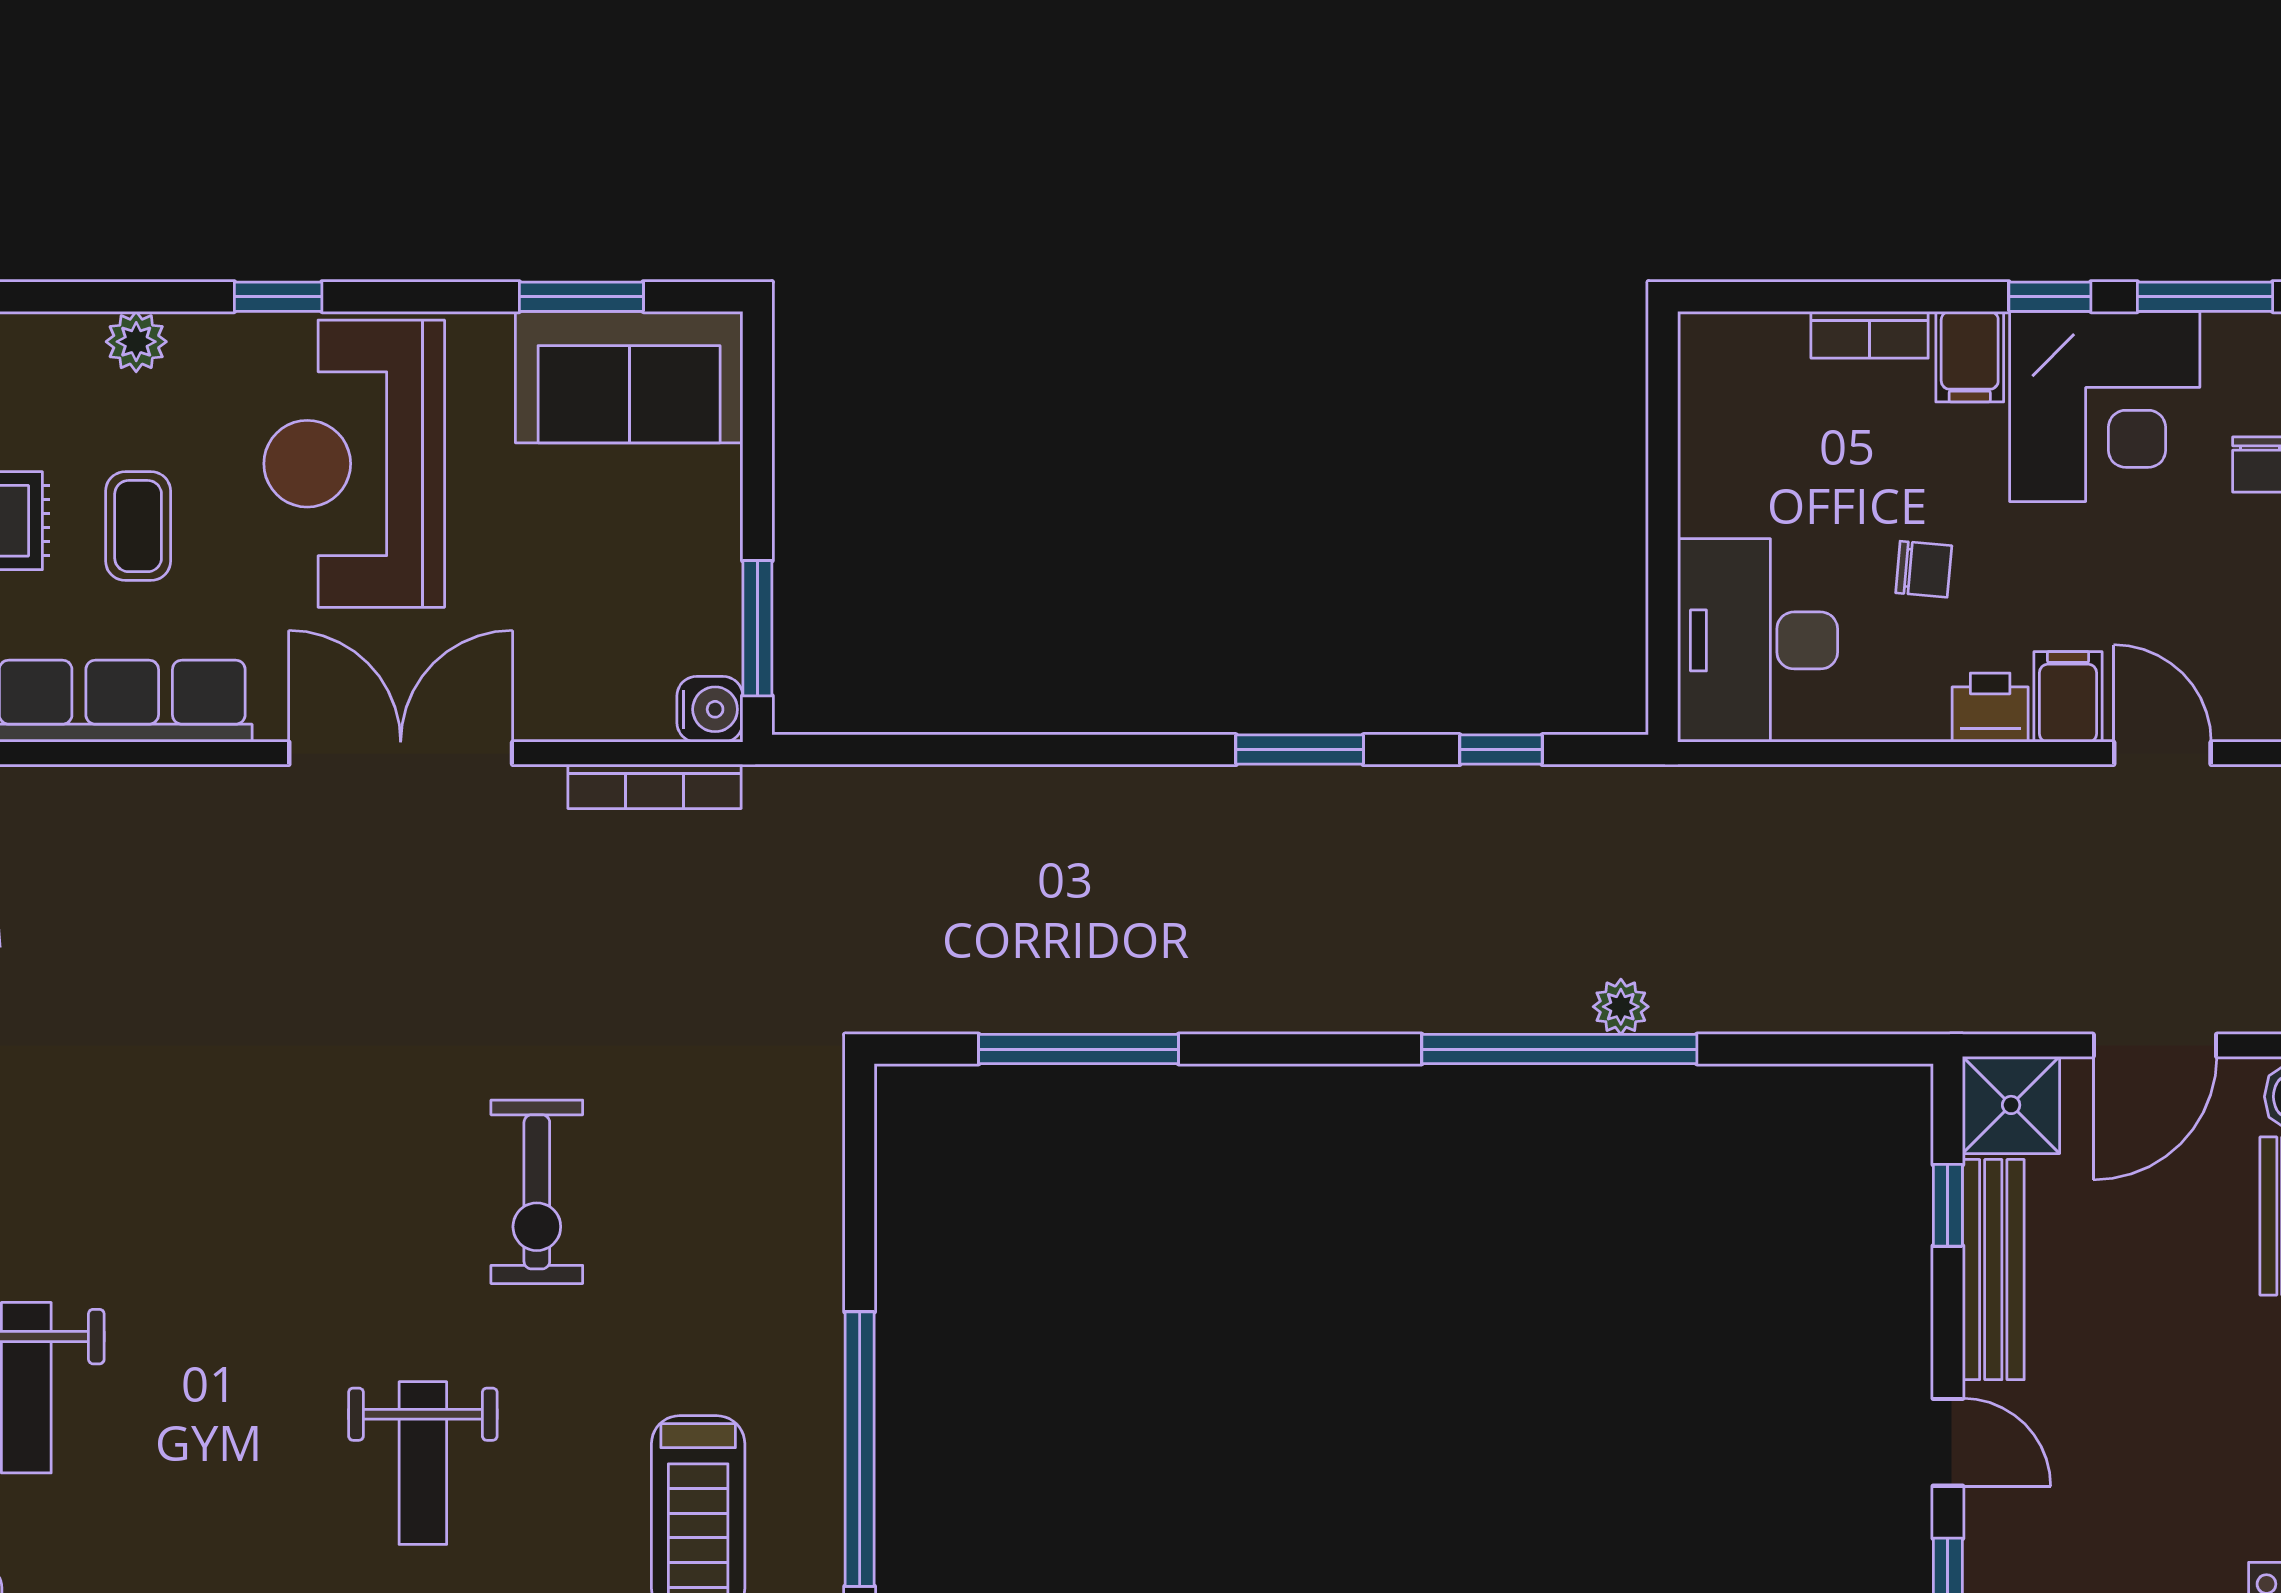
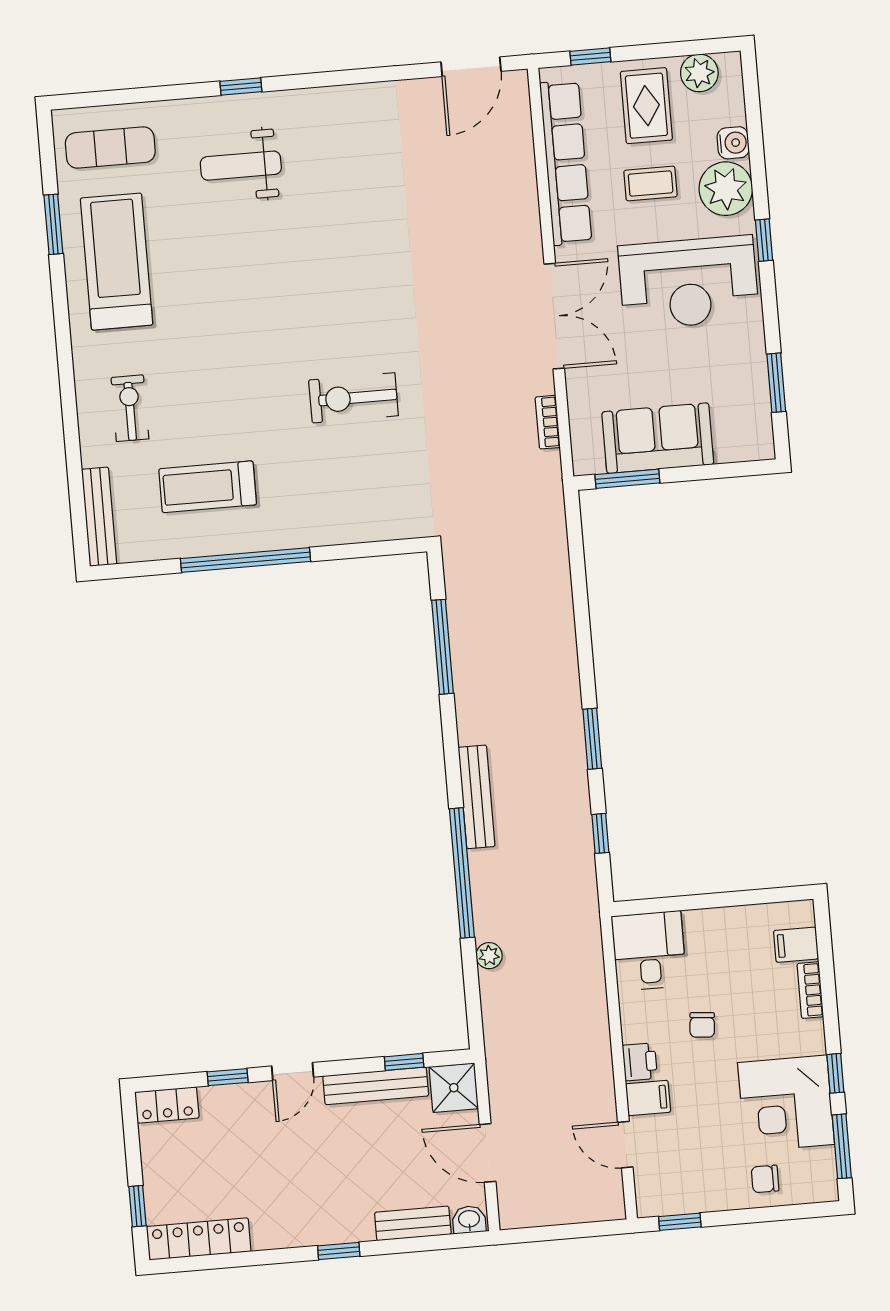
plant: (136, 342) -> (726, 189), width x1.87, depth x1.87
filing cabinet: (1970, 357) -> (796, 945), moved
sofa: (629, 377) -> (658, 438), moved, turned 90
reception desk: (354, 464) -> (689, 283), turned 180
desk: (1758, 640) -> (649, 951), width x0.73
water cooler: (710, 709) -> (733, 143), moved, turned -90
door: (2162, 753) -> (625, 1145), swing flipped
bookcase: (655, 786) -> (548, 422), width x0.64
bench: (1401, 1004) -> (477, 797), added
plant: (1621, 1007) -> (489, 956), moved
weight bench: (423, 1463) -> (221, 355), removed

